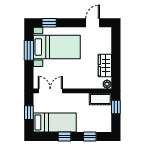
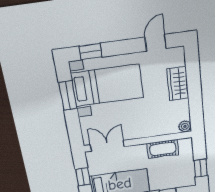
wardrobe: (105, 65) -> (178, 84), moved
cot: (100, 99) -> (163, 149), moved
window: (116, 107) -> (201, 168), moved

